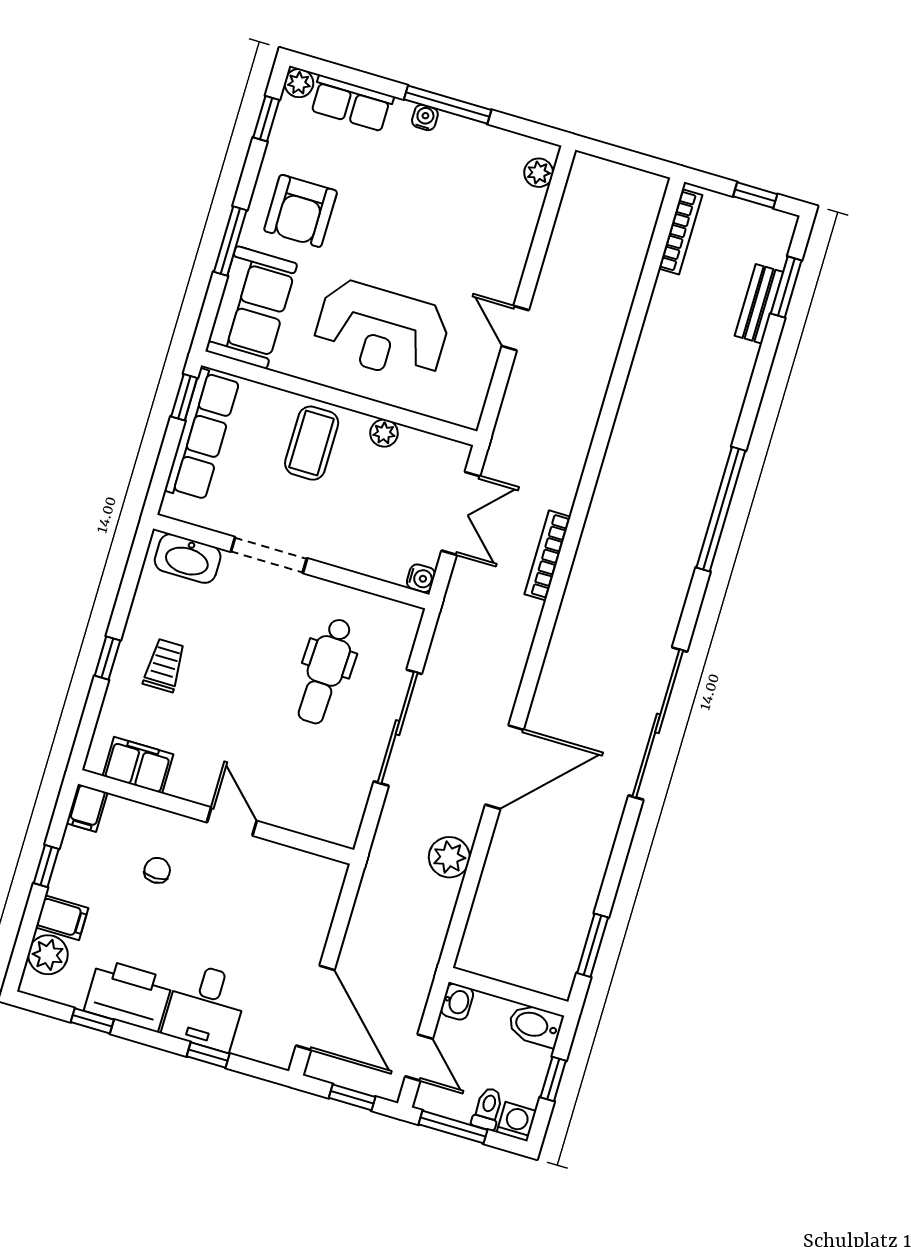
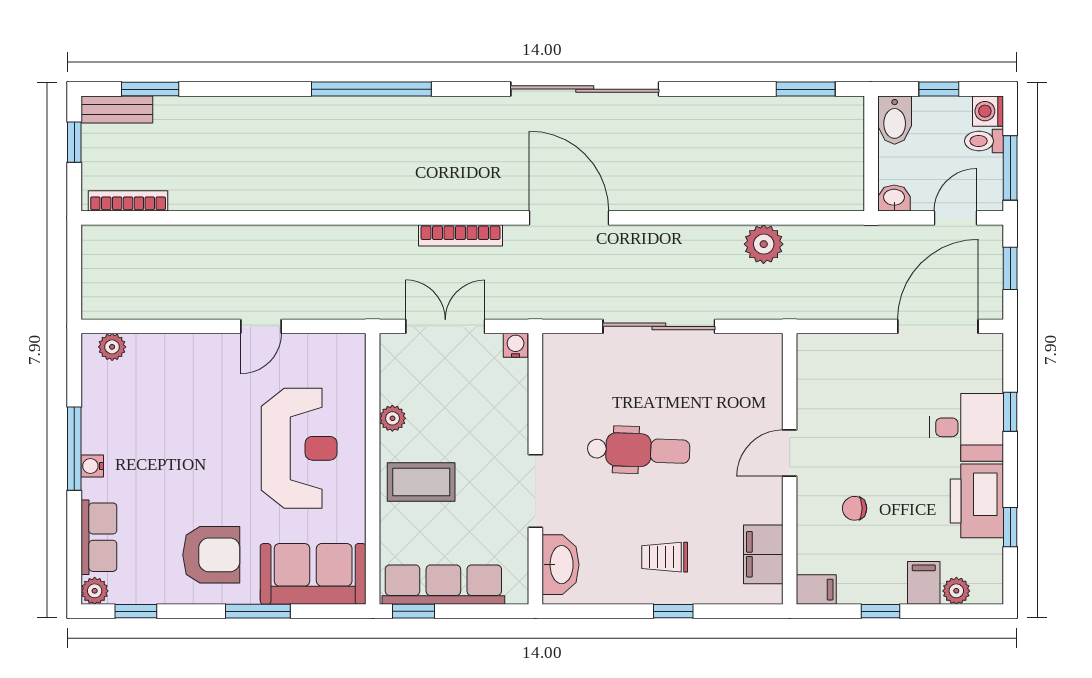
bench: (759, 304) -> (117, 109), moved
dental chair: (325, 671) -> (639, 450), moved
door: (504, 767) -> (569, 218), moved
plant: (48, 955) -> (956, 591), width x0.73, depth x0.73

